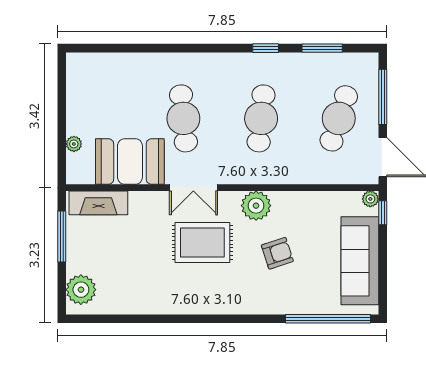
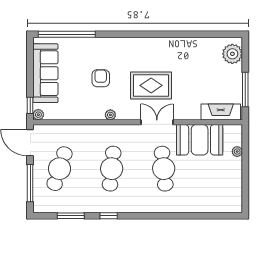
plant: (256, 206) -> (110, 115), width x0.53, depth x0.53
armchair: (277, 253) -> (101, 78), turned 108

